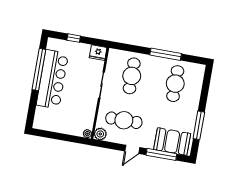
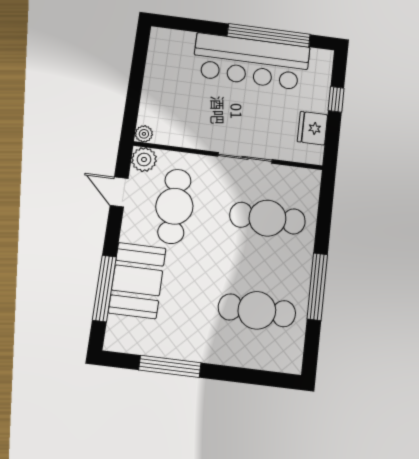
fridge: (98, 53) -> (312, 128), moved
booth: (172, 141) -> (137, 280), moved
door: (132, 149) -> (119, 192), moved

